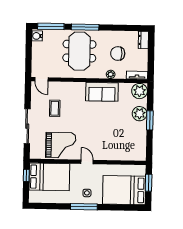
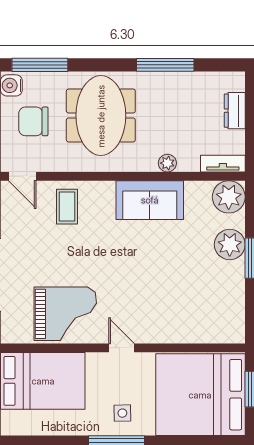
window: (85, 27) -> (165, 65), moved
dresser: (143, 40) -> (235, 111), moved
chair: (118, 54) -> (33, 121), moved
coffee table: (55, 108) -> (67, 207), moved
bed: (124, 190) -> (200, 395), width x1.36

